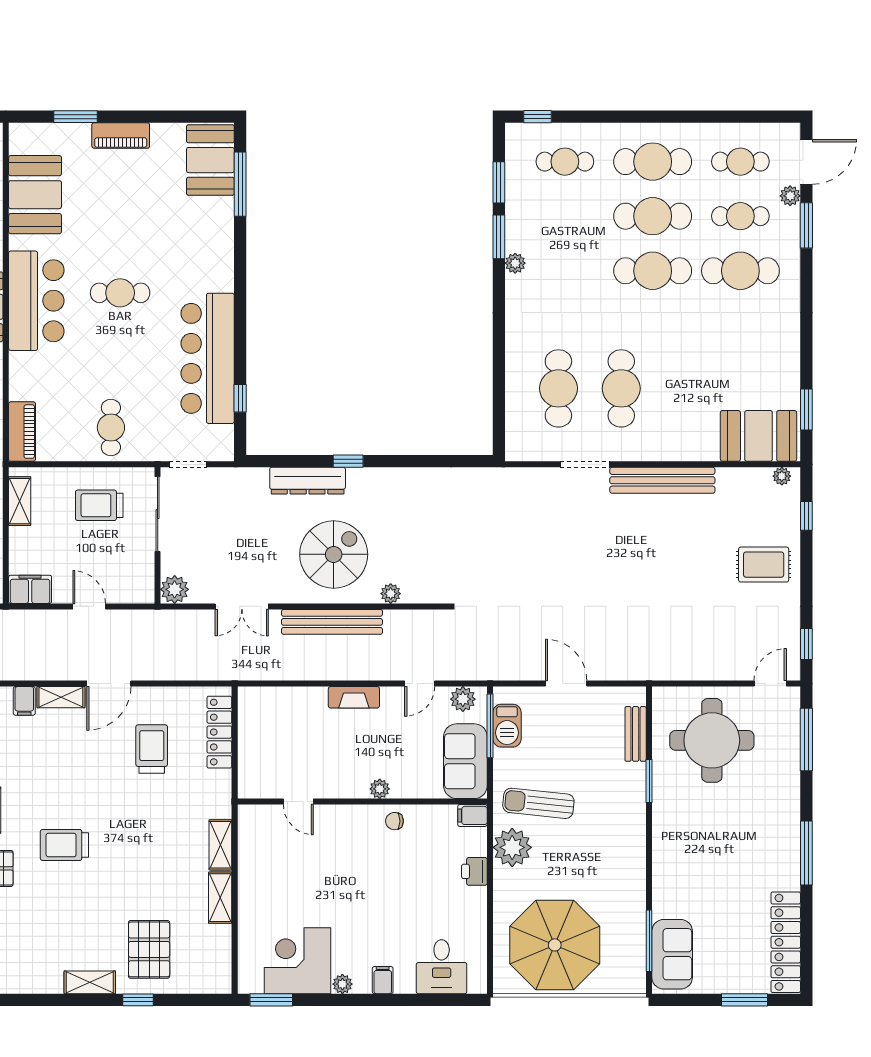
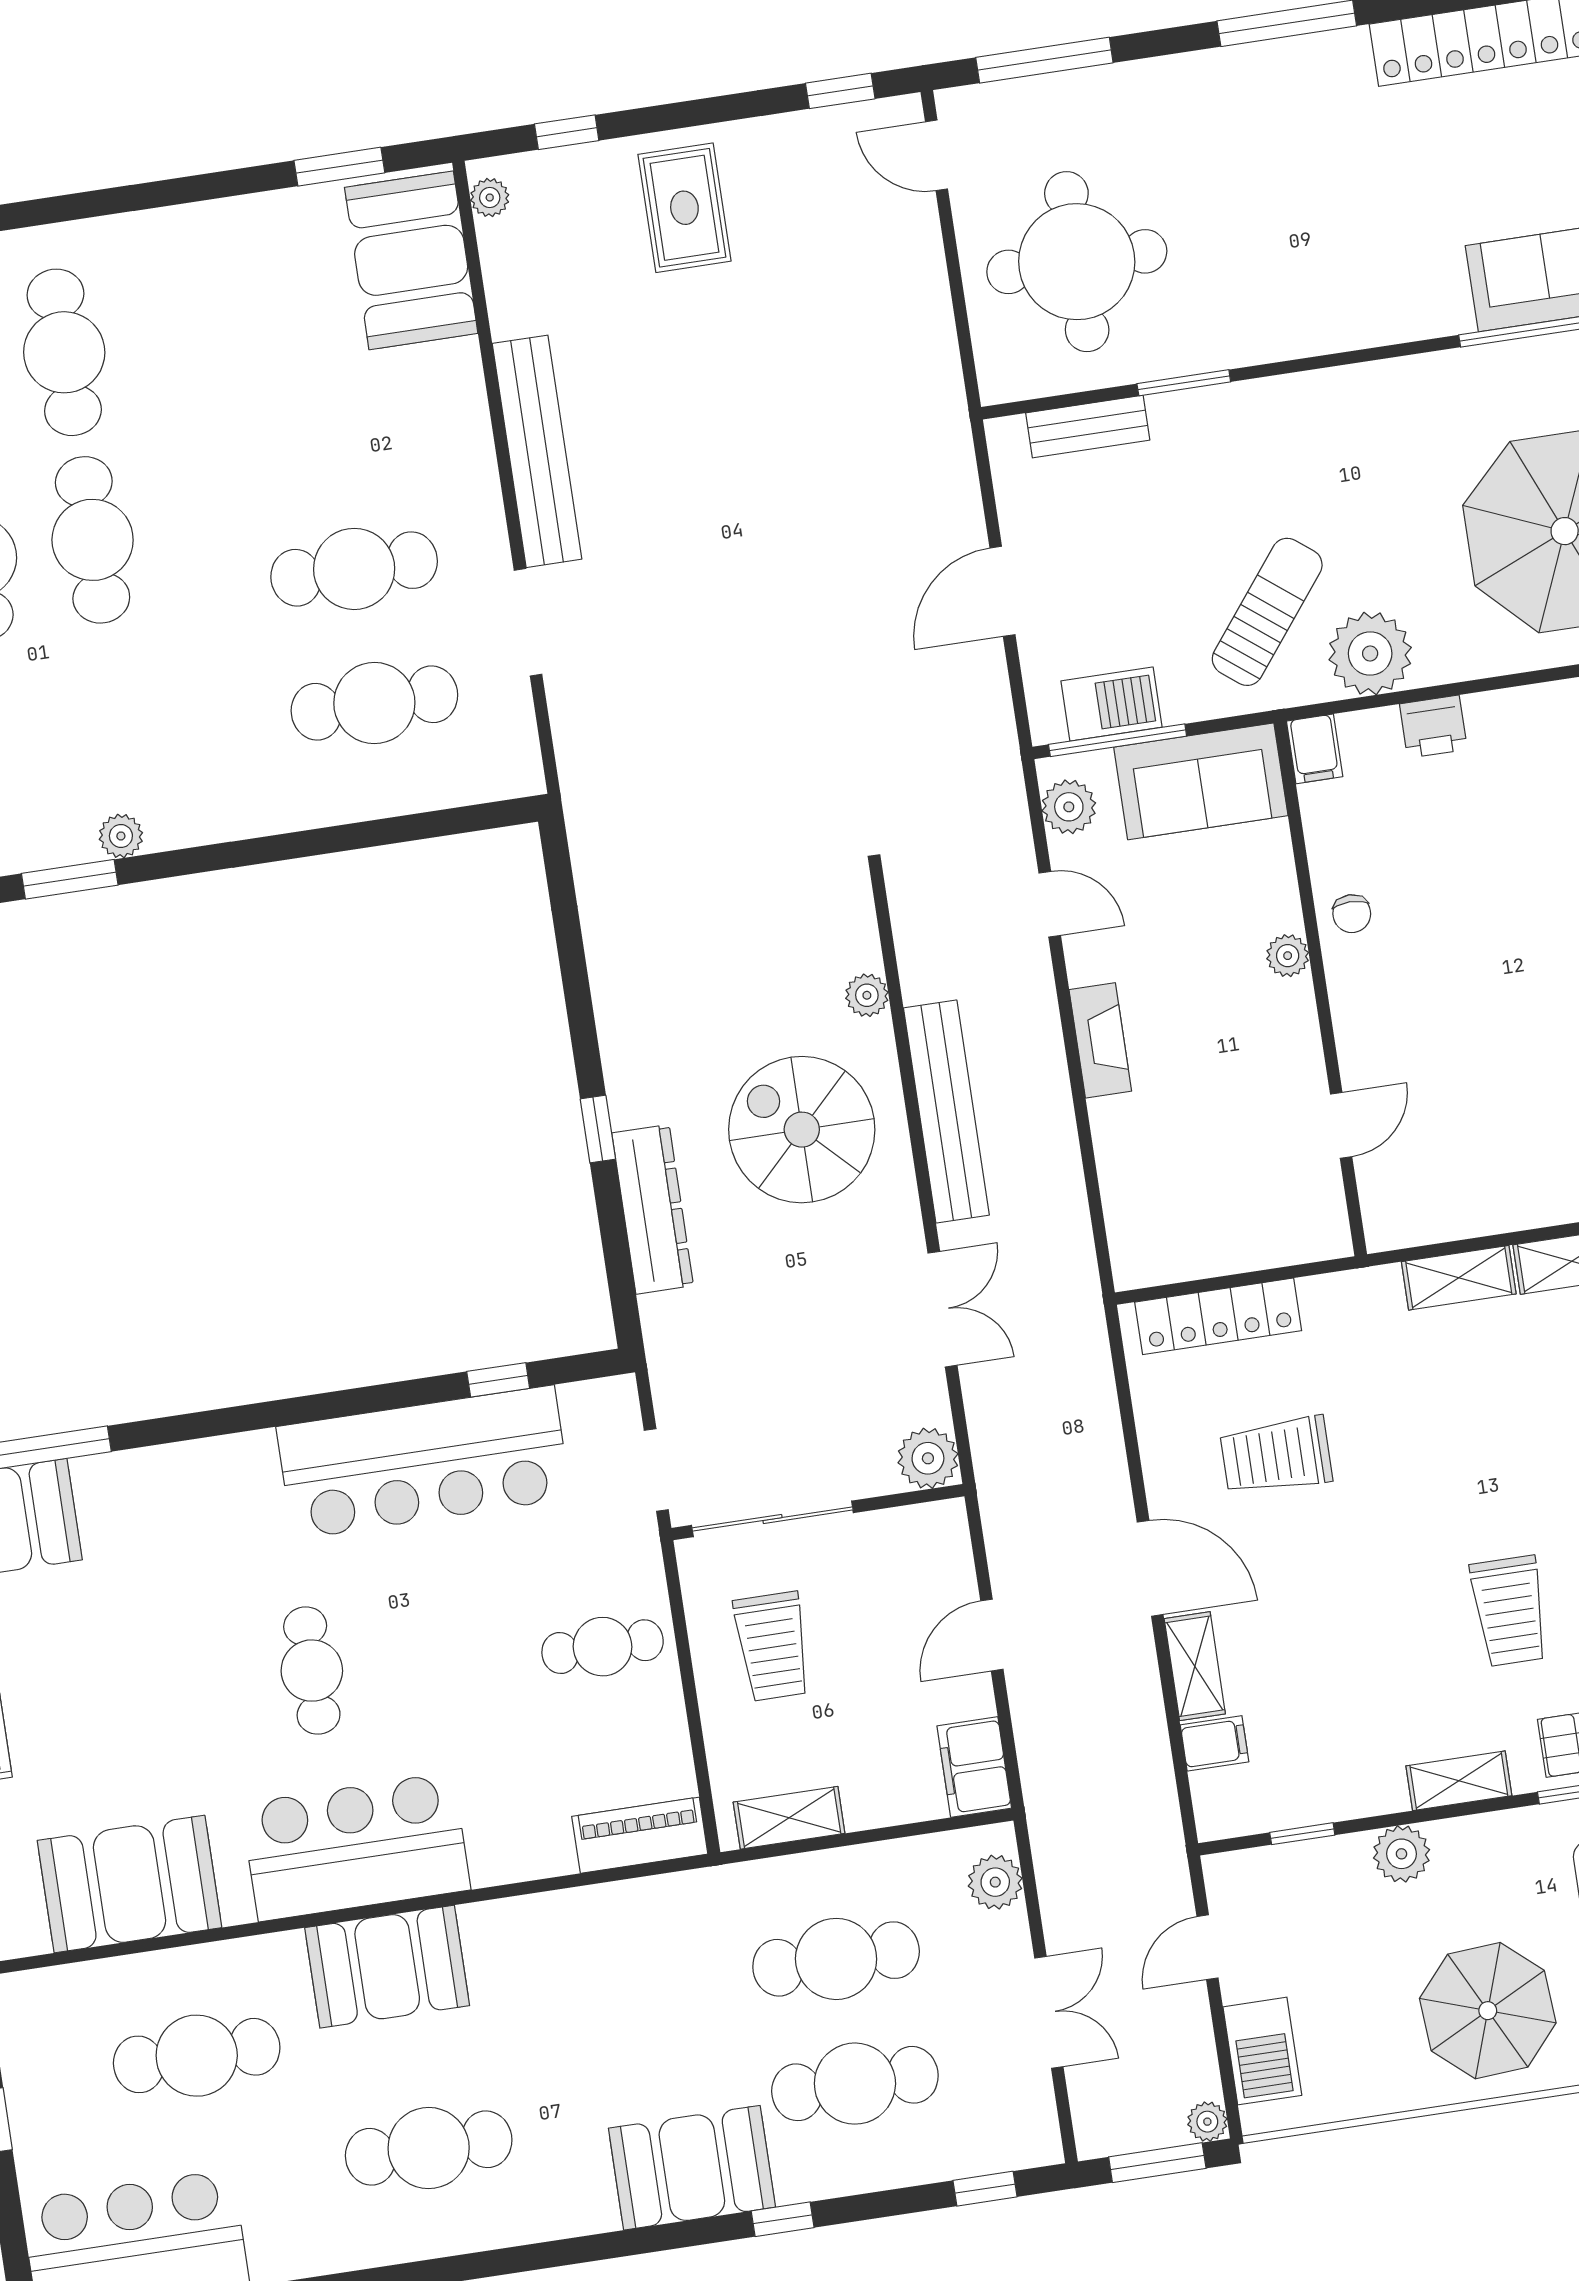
sun lounger: (538, 803) -> (1267, 612), turned -148

